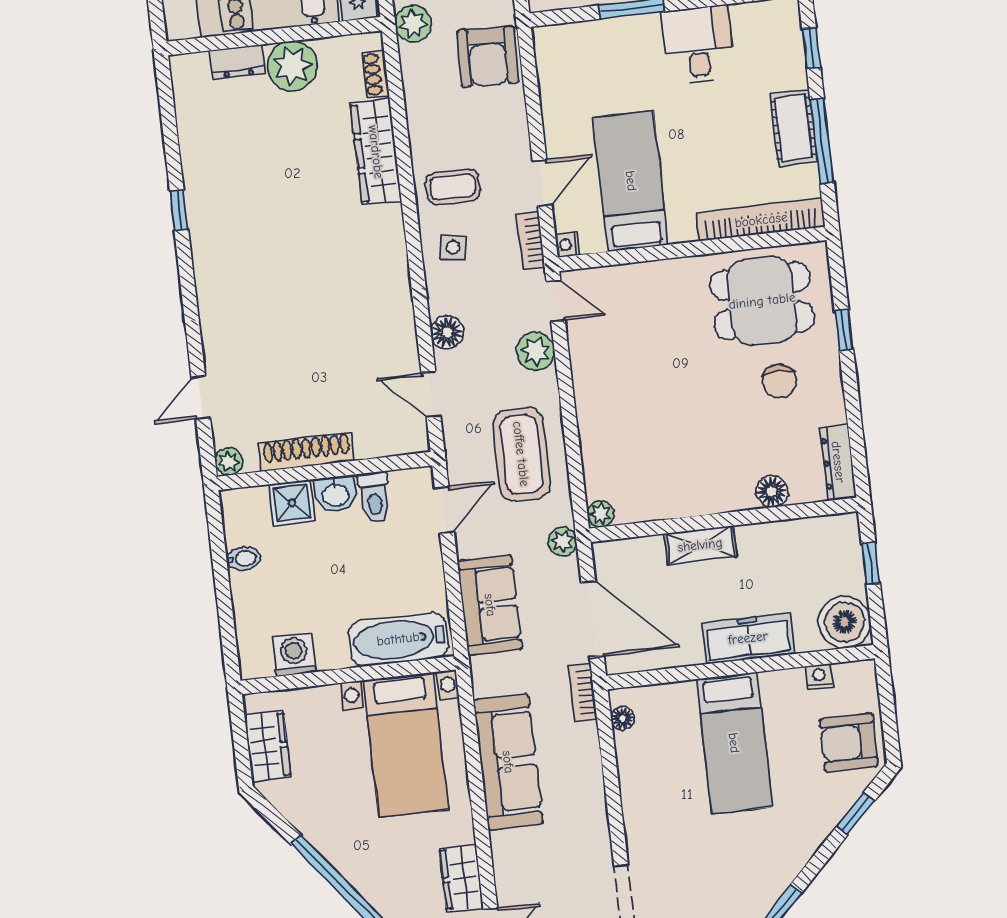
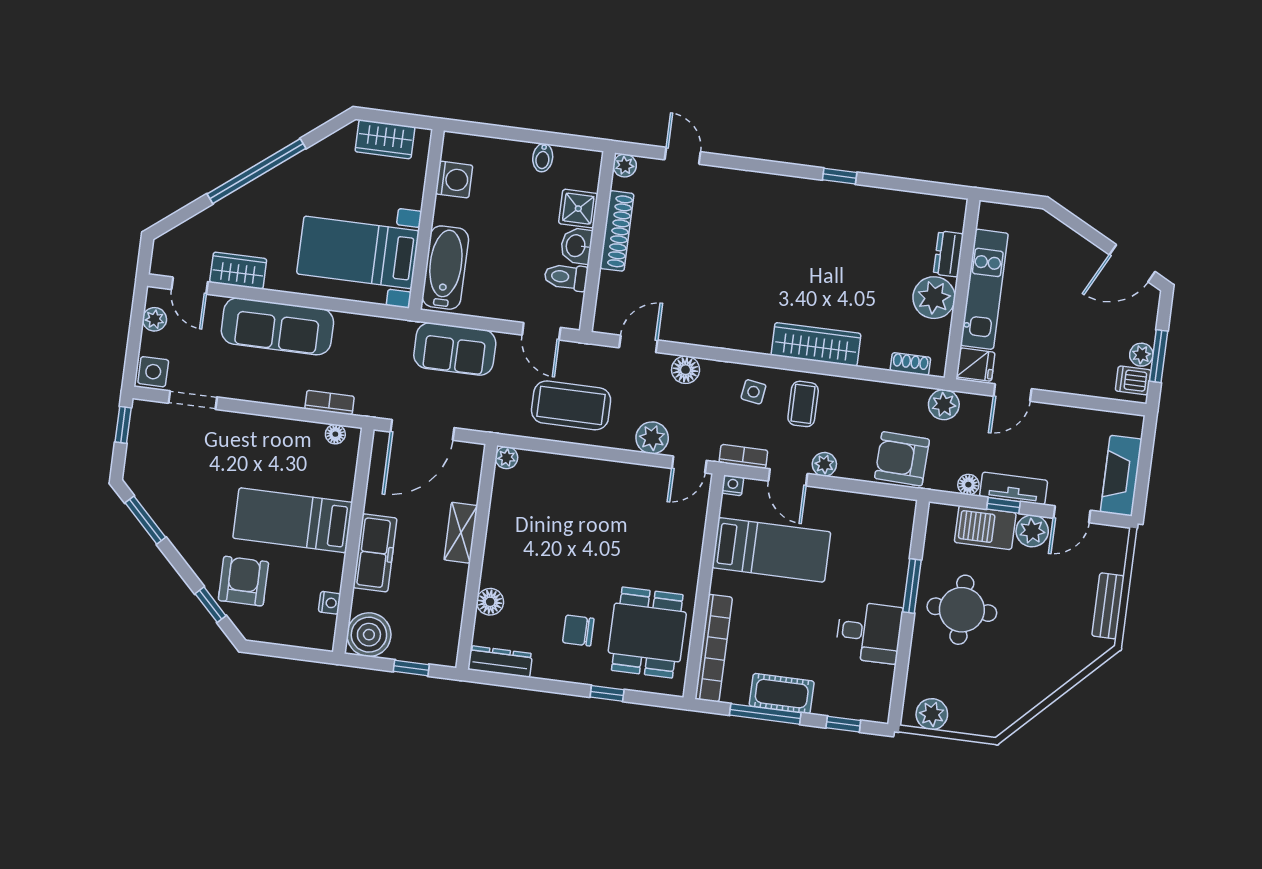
wardrobe: (376, 152) -> (816, 344), moved
plant: (562, 541) -> (824, 464), moved
bookcase: (583, 693) -> (330, 403), moved
armchair: (849, 742) -> (243, 581), moved
sofa: (508, 762) -> (277, 326), moved

